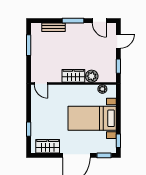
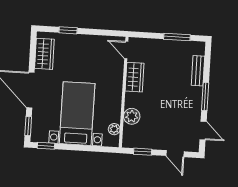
door: (99, 21) -> (203, 130), swing flipped
wardrobe: (73, 76) -> (135, 77), moved
door: (41, 84) -> (126, 50), hinge flipped

